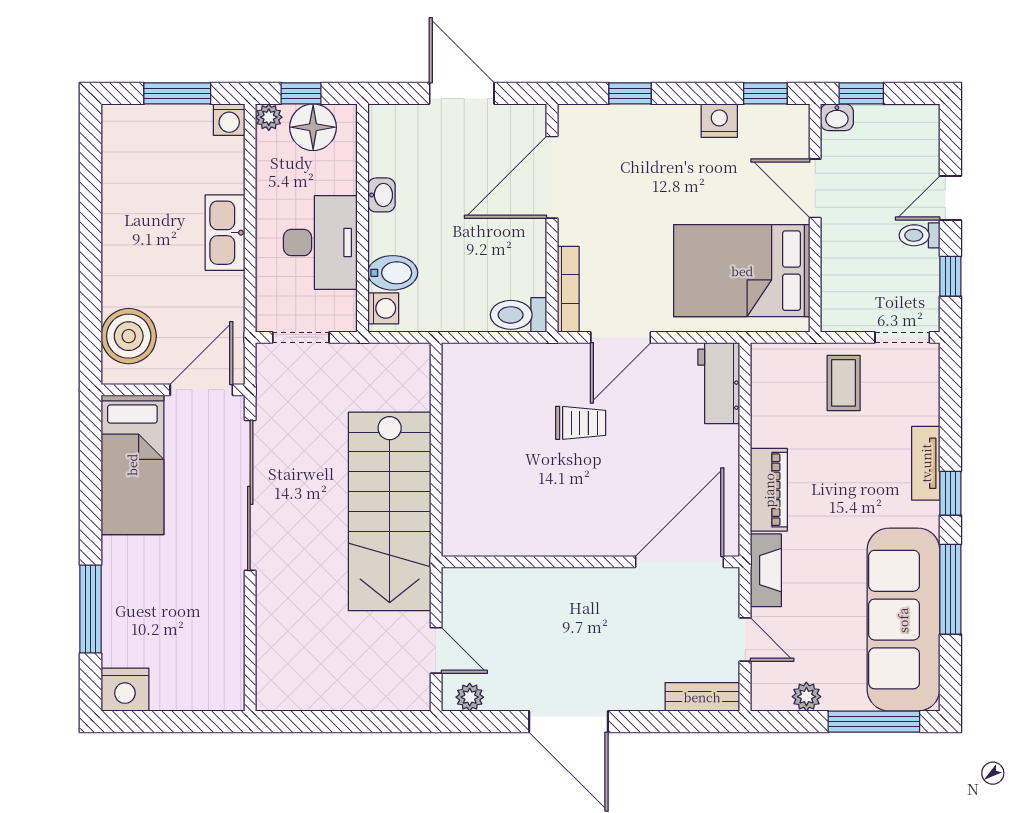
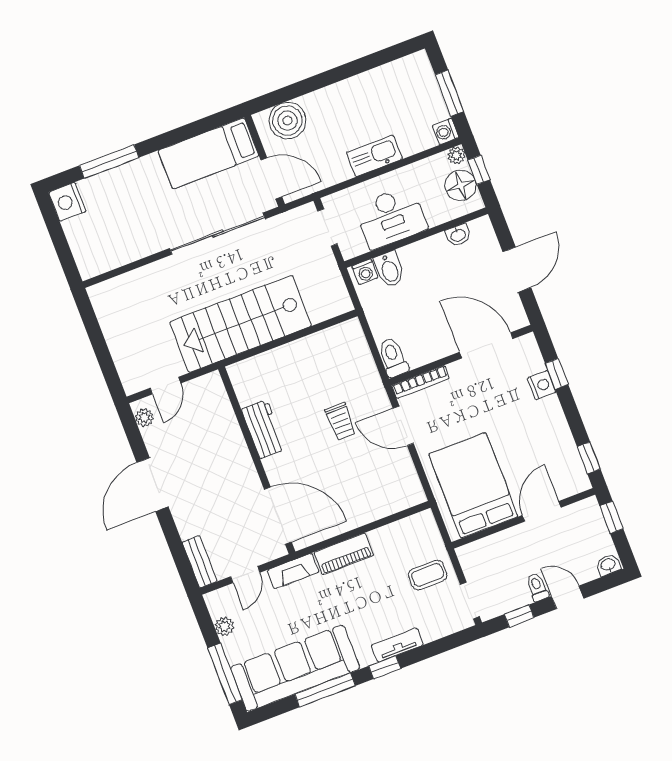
washbasin: (837, 117) -> (608, 565), moved, turned 90
nightstand: (719, 121) -> (542, 385), moved
washbasin: (381, 195) -> (458, 235), moved
workbench: (719, 383) -> (263, 429), moved, turned 90

